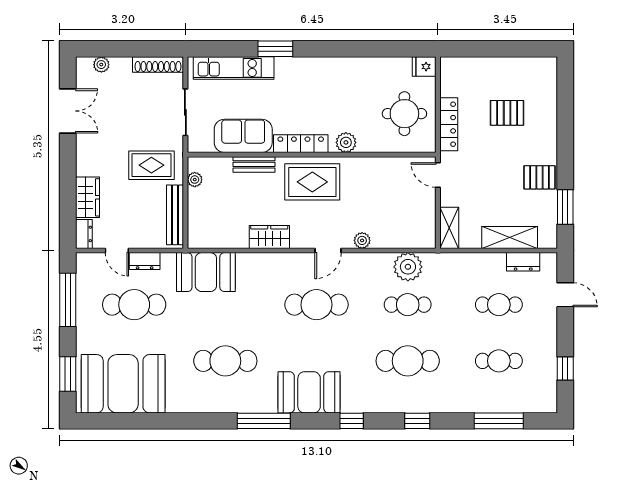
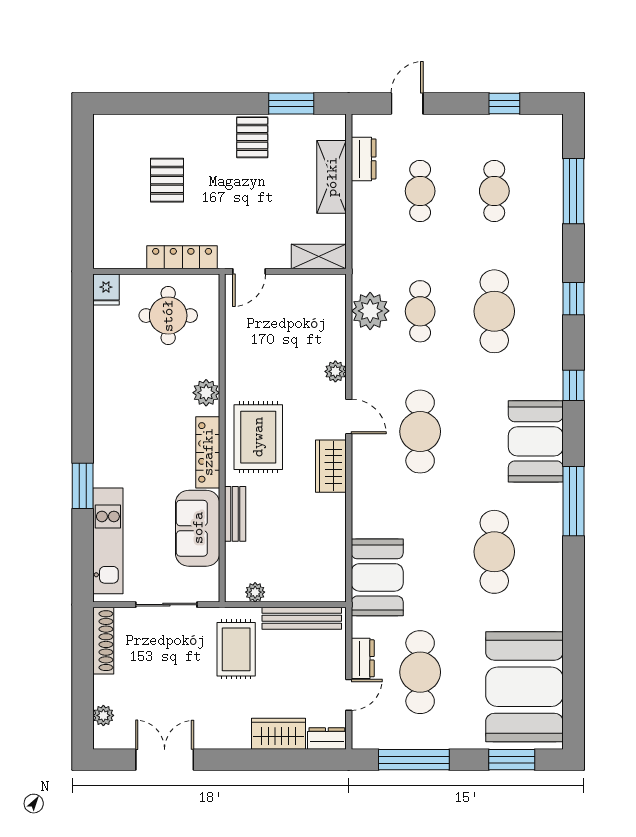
wardrobe: (269, 237) -> (331, 466), moved

